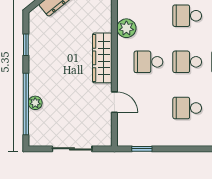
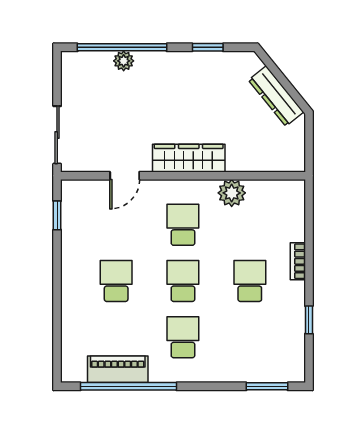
sliding door: (72, 149) -> (57, 135), moved

